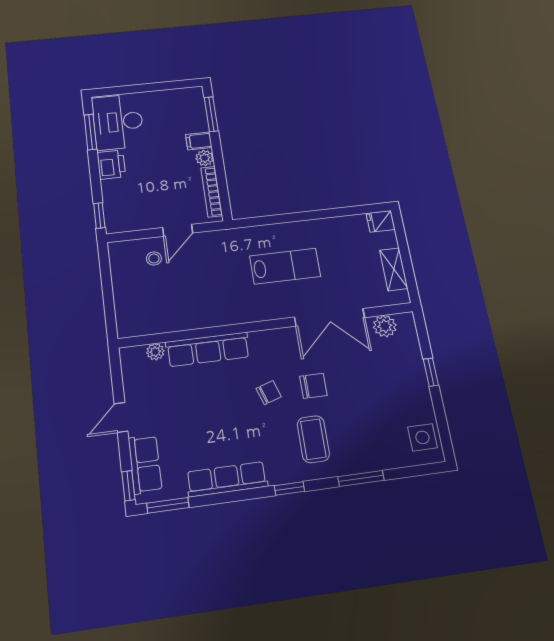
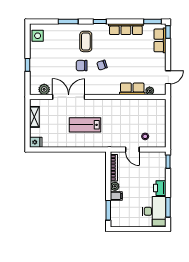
door: (178, 230) -> (132, 149), swing flipped
row of seats: (208, 349) -> (132, 89), width x0.68
door: (121, 417) -> (168, 77), moved

